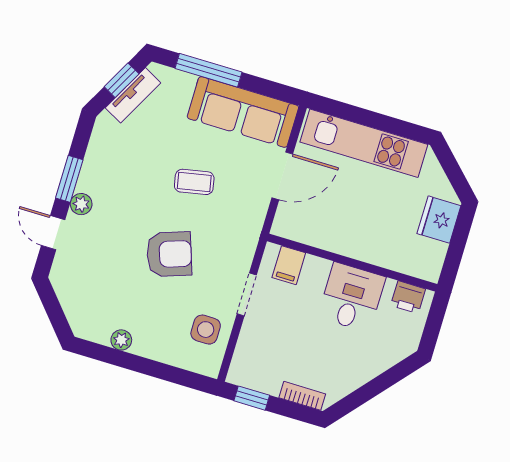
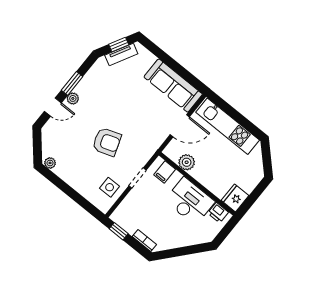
window: (208, 70) -> (164, 57), removed
coffee table: (194, 182) -> (134, 111), removed
fridge: (439, 220) -> (235, 198), moved
door: (53, 233) -> (53, 107), swing flipped
plant: (319, 233) -> (187, 162), added
desk: (352, 297) -> (190, 201), width x1.37
plant: (121, 340) -> (50, 163), moved

